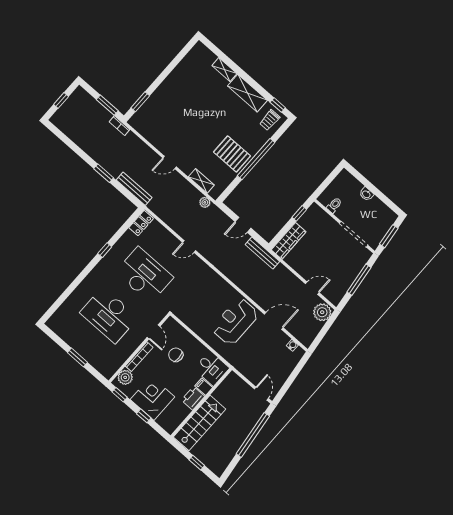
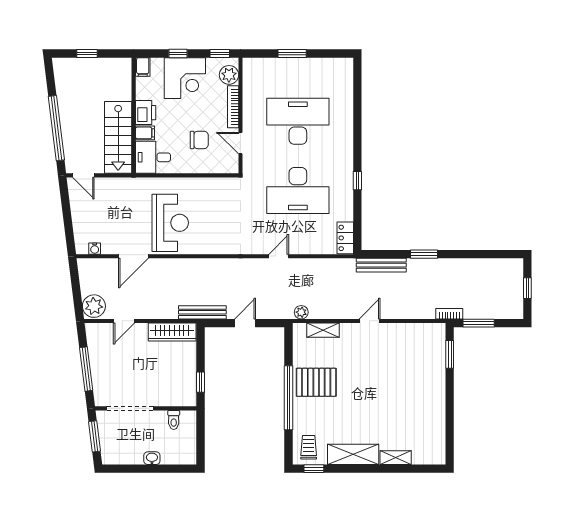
wardrobe: (289, 241) -> (172, 332), moved, turned -90
stairs: (199, 423) -> (118, 137), moved
filing cabinet: (171, 426) -> (143, 67), added

